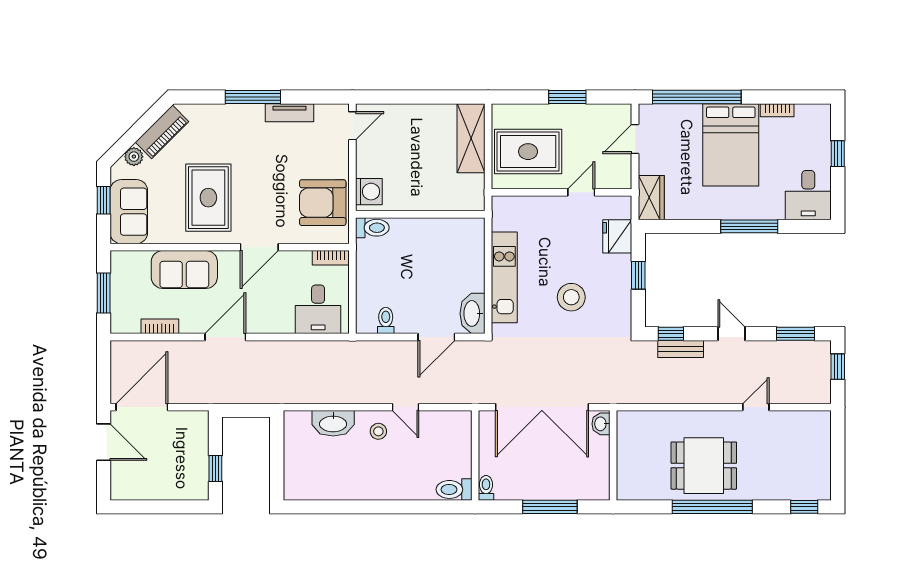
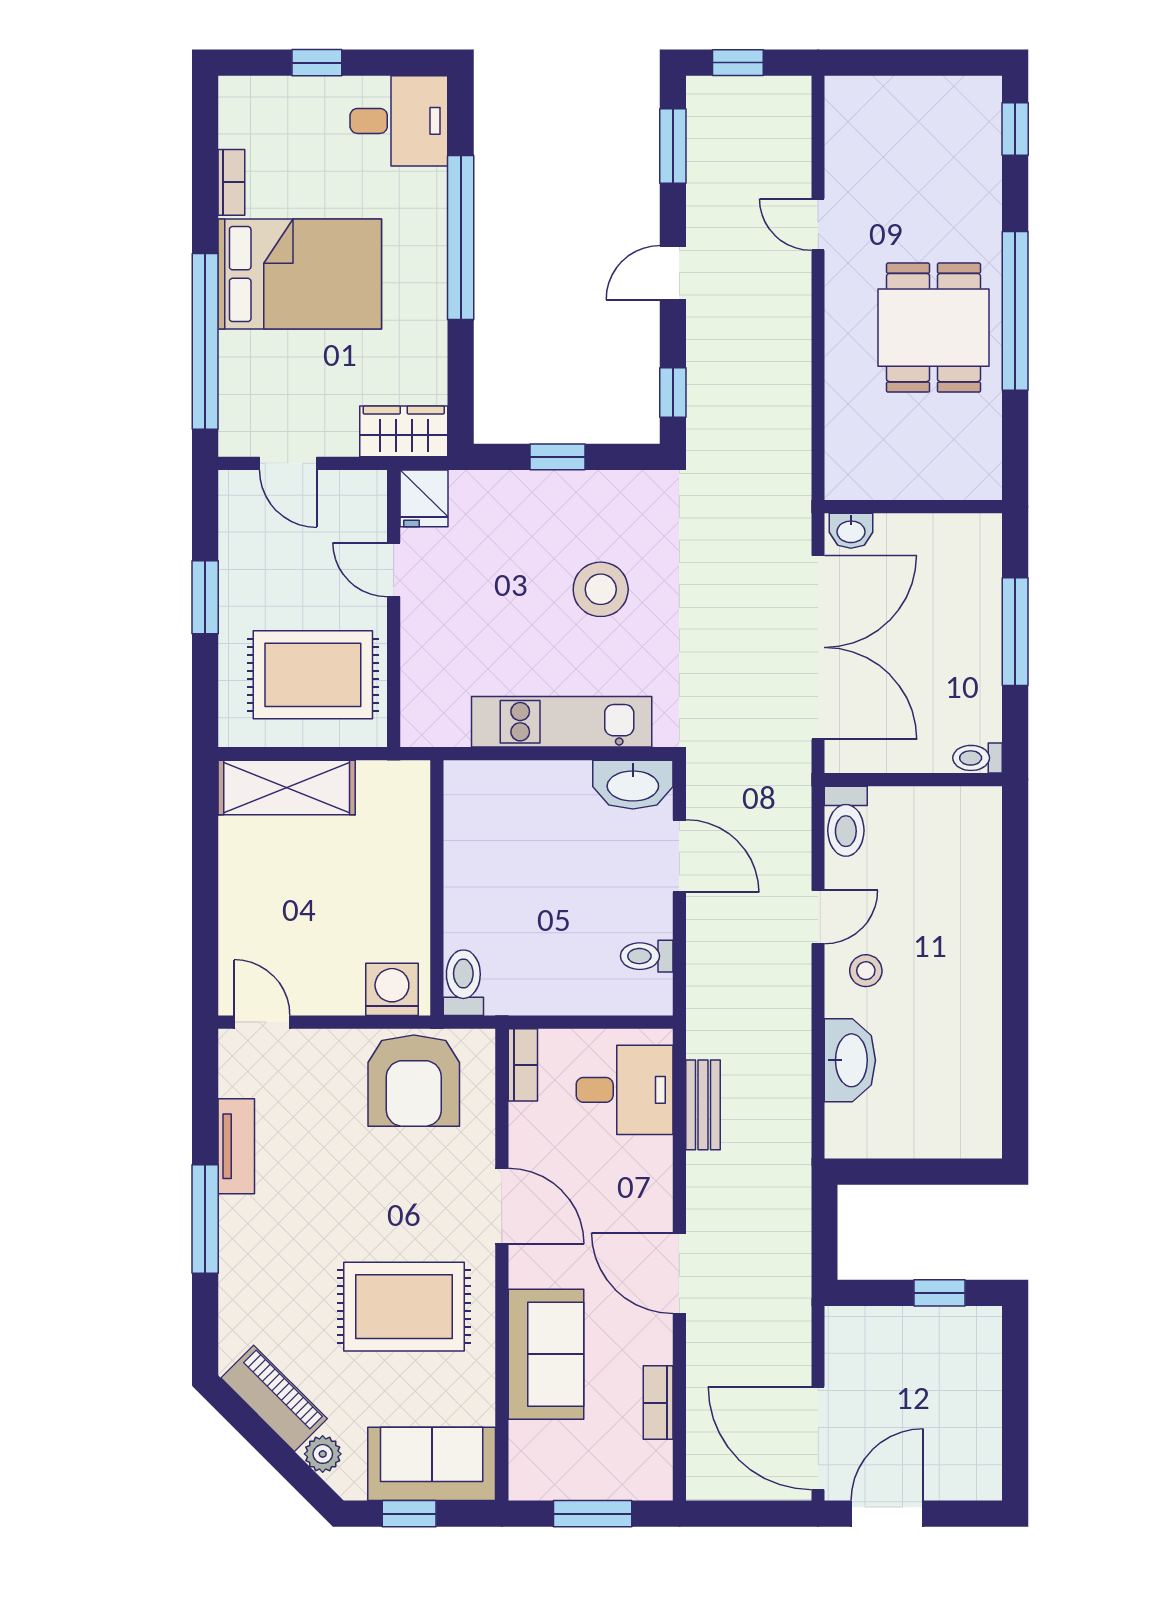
rug: (528, 152) -> (313, 675), turned 90
window: (749, 226) -> (461, 238), width x1.46
fridge: (617, 236) -> (424, 498), moved, width x0.72
bench: (681, 349) -> (703, 1105), moved
toilet: (454, 489) -> (846, 821), moved

